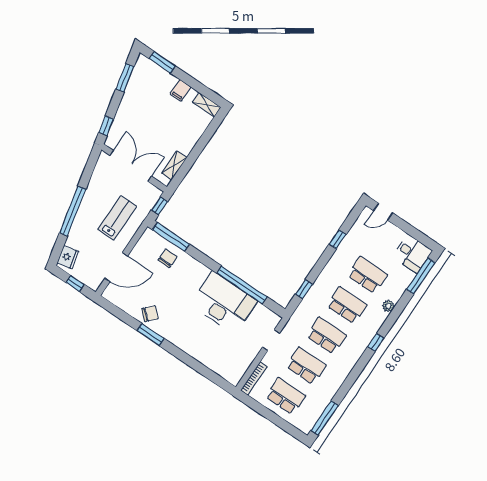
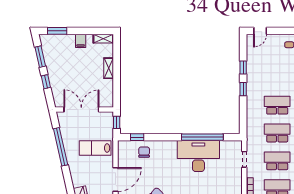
window: (106, 126) -> (46, 82), moved
shelving: (174, 165) -> (109, 68), moved
window: (73, 211) -> (61, 147), moved
lab bench: (117, 218) -> (95, 148), turned -90
window: (171, 237) -> (137, 137), width x0.46
school desk: (367, 275) -> (277, 77), removed
window: (304, 289) -> (243, 89), moved

